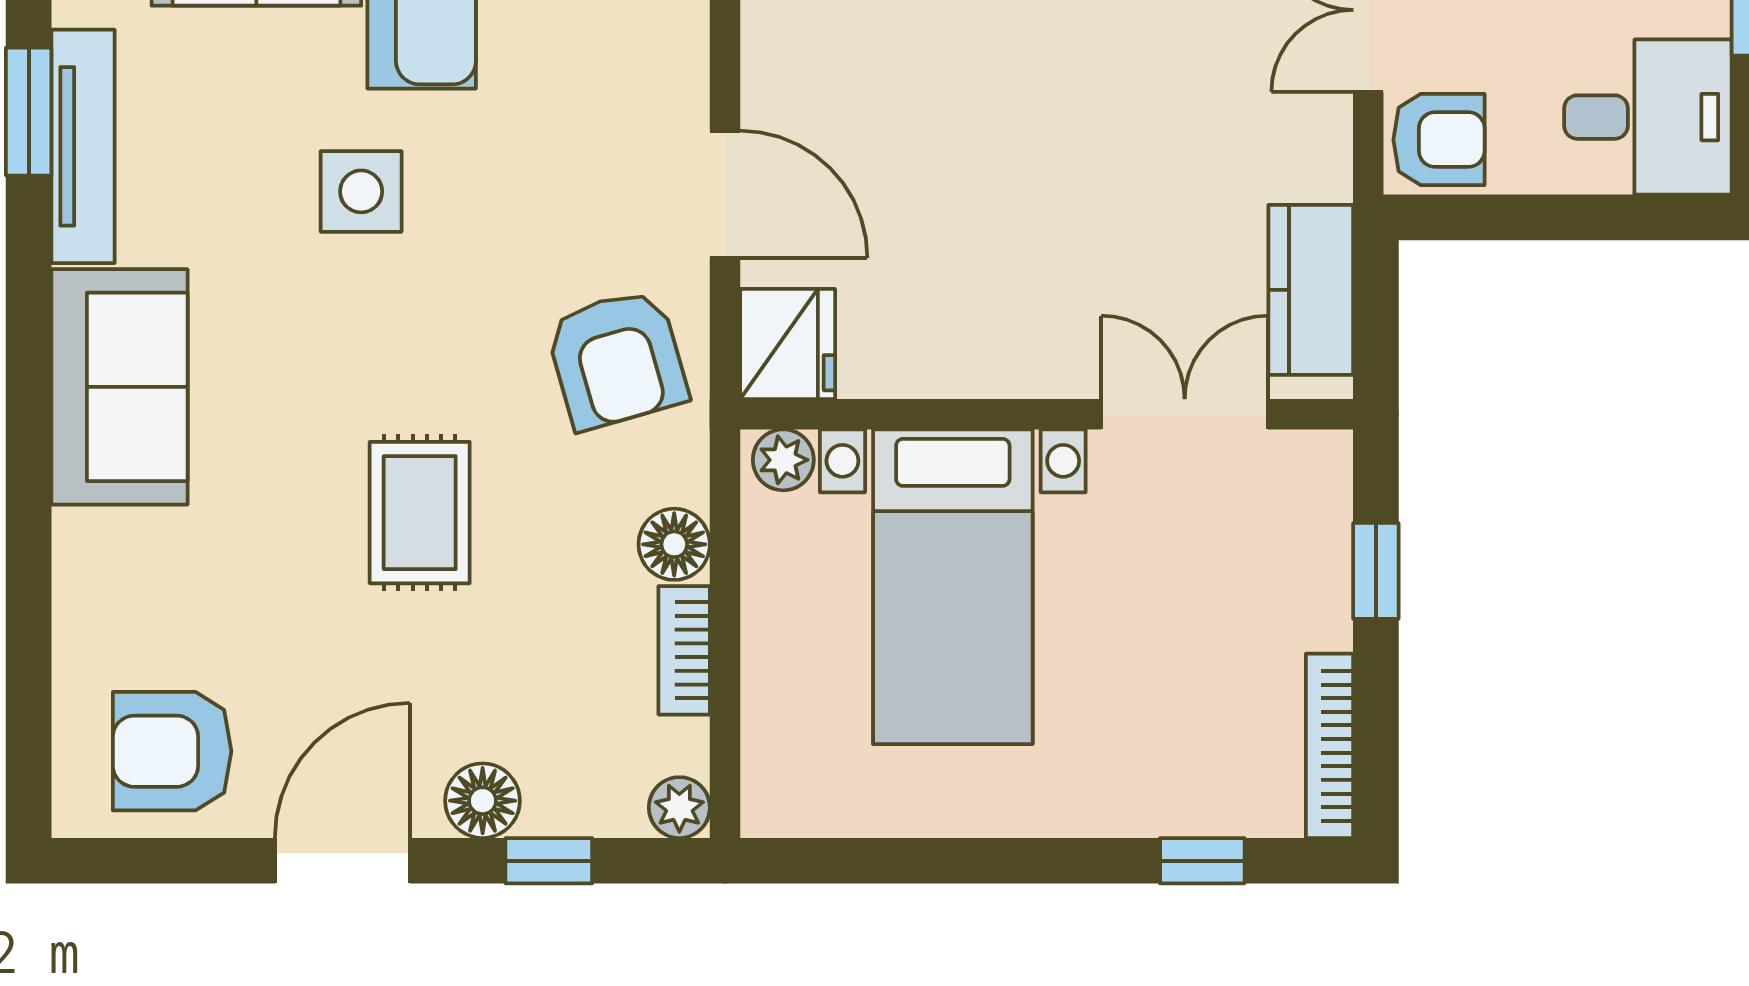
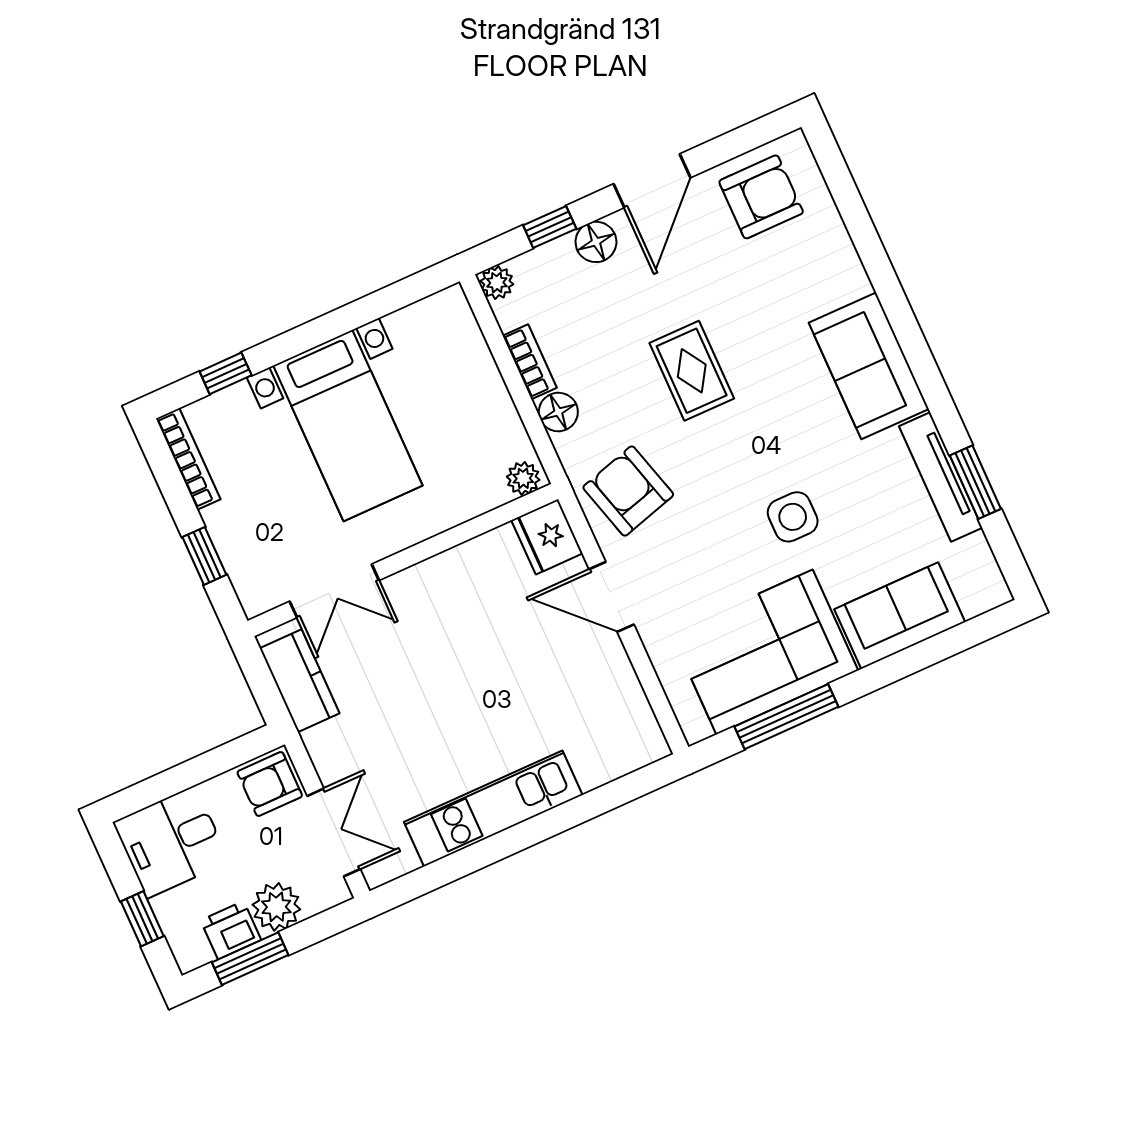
bed with nightstands: (953, 587) -> (348, 426), moved, turned 180

